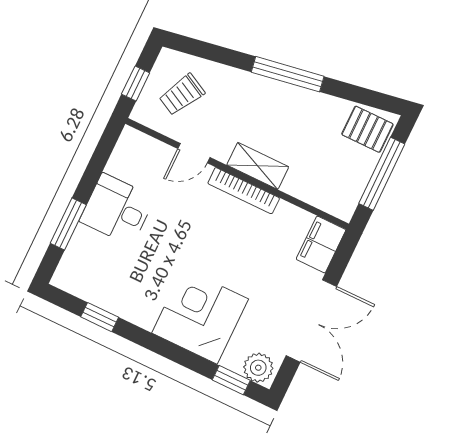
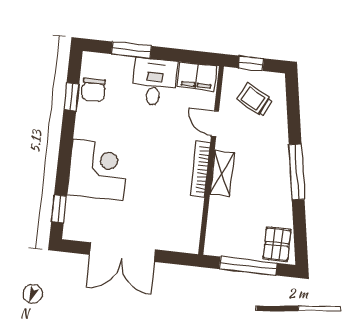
filing cabinet: (321, 245) -> (197, 76), moved, turned 180
chair: (101, 287) -> (93, 90), added
plant: (258, 368) -> (75, 225), removed

